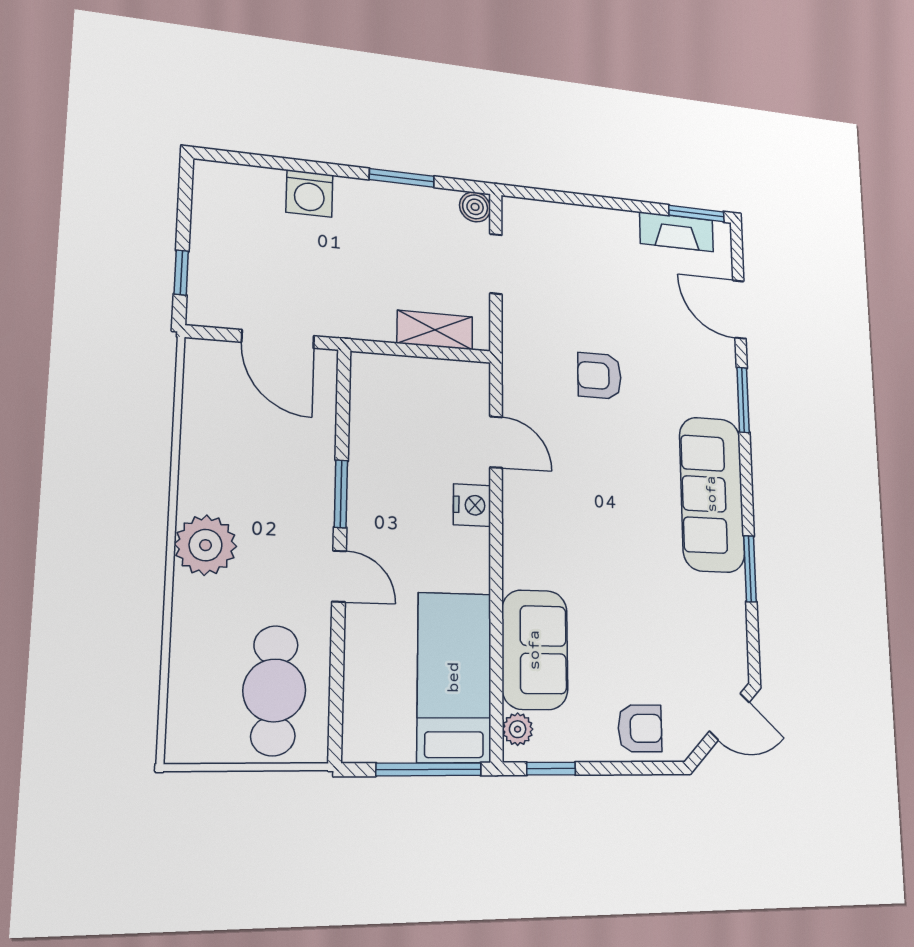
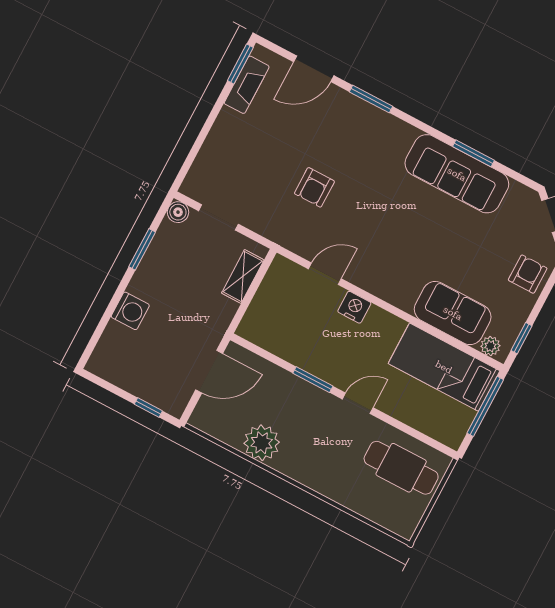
sofa: (712, 494) -> (457, 174), moved
plant: (206, 545) -> (262, 443), moved

